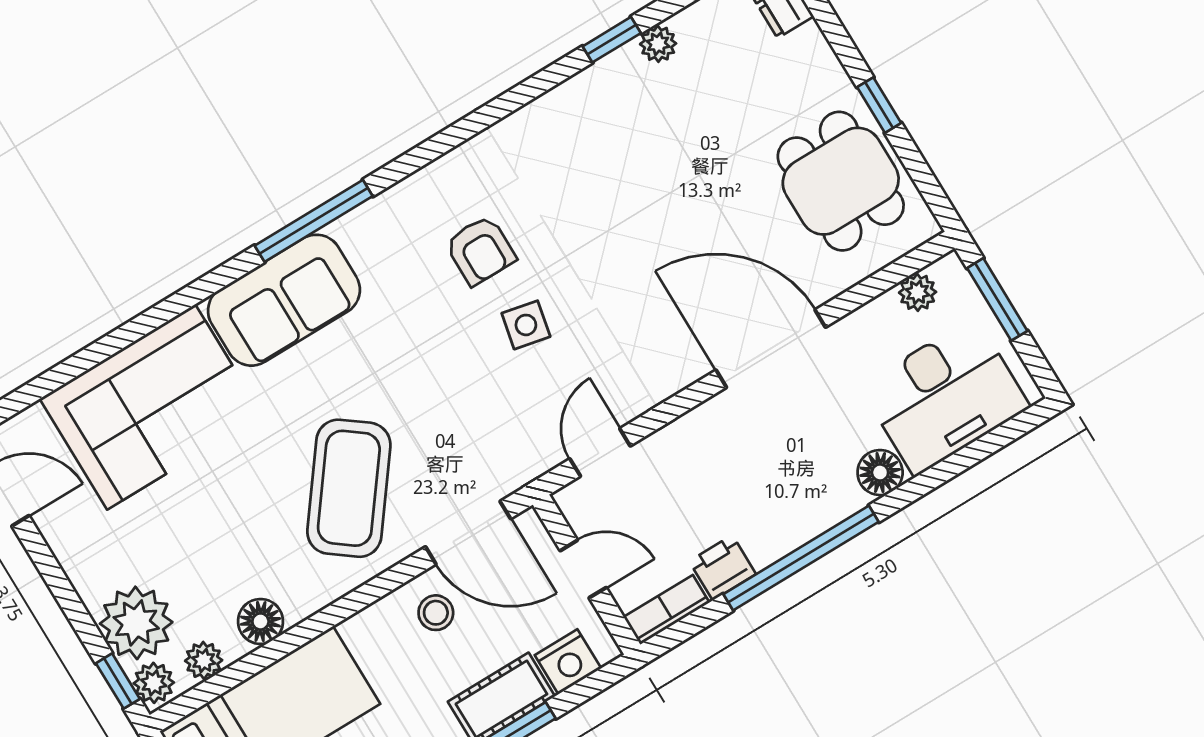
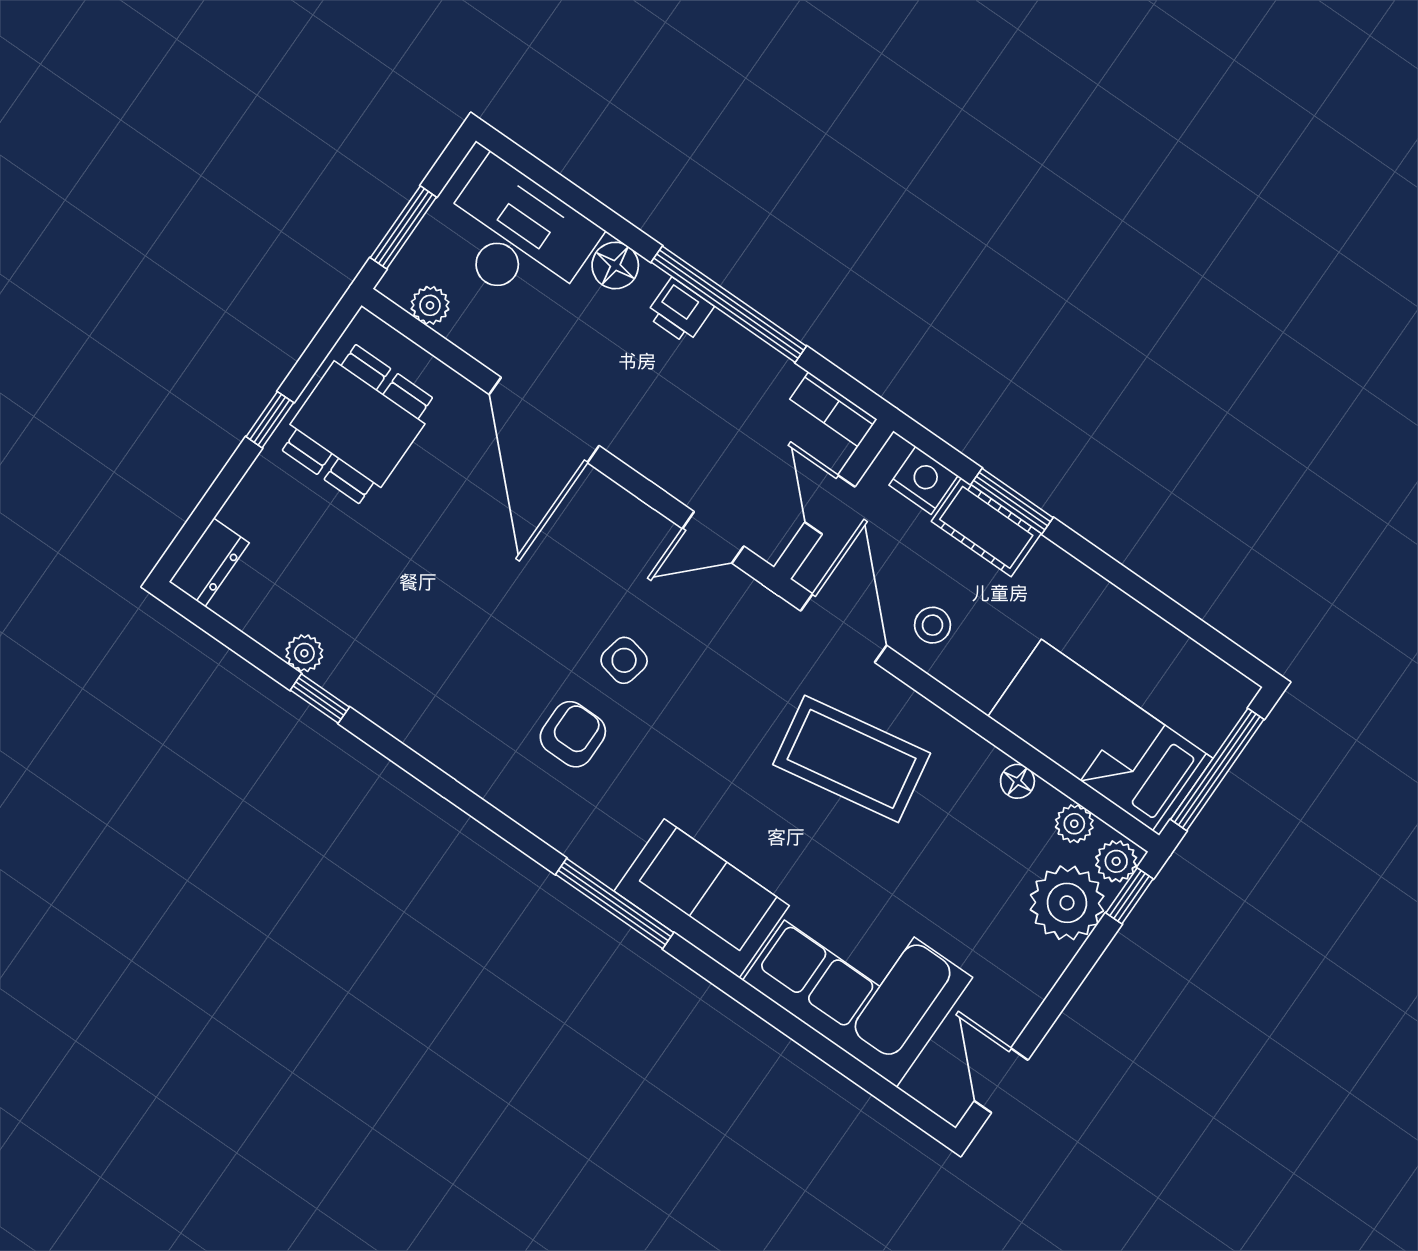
coffee table: (349, 488) -> (852, 759), turned 43
printer: (723, 568) -> (680, 311), moved
floor lamp: (260, 621) -> (1017, 781), width x0.73, depth x0.73

